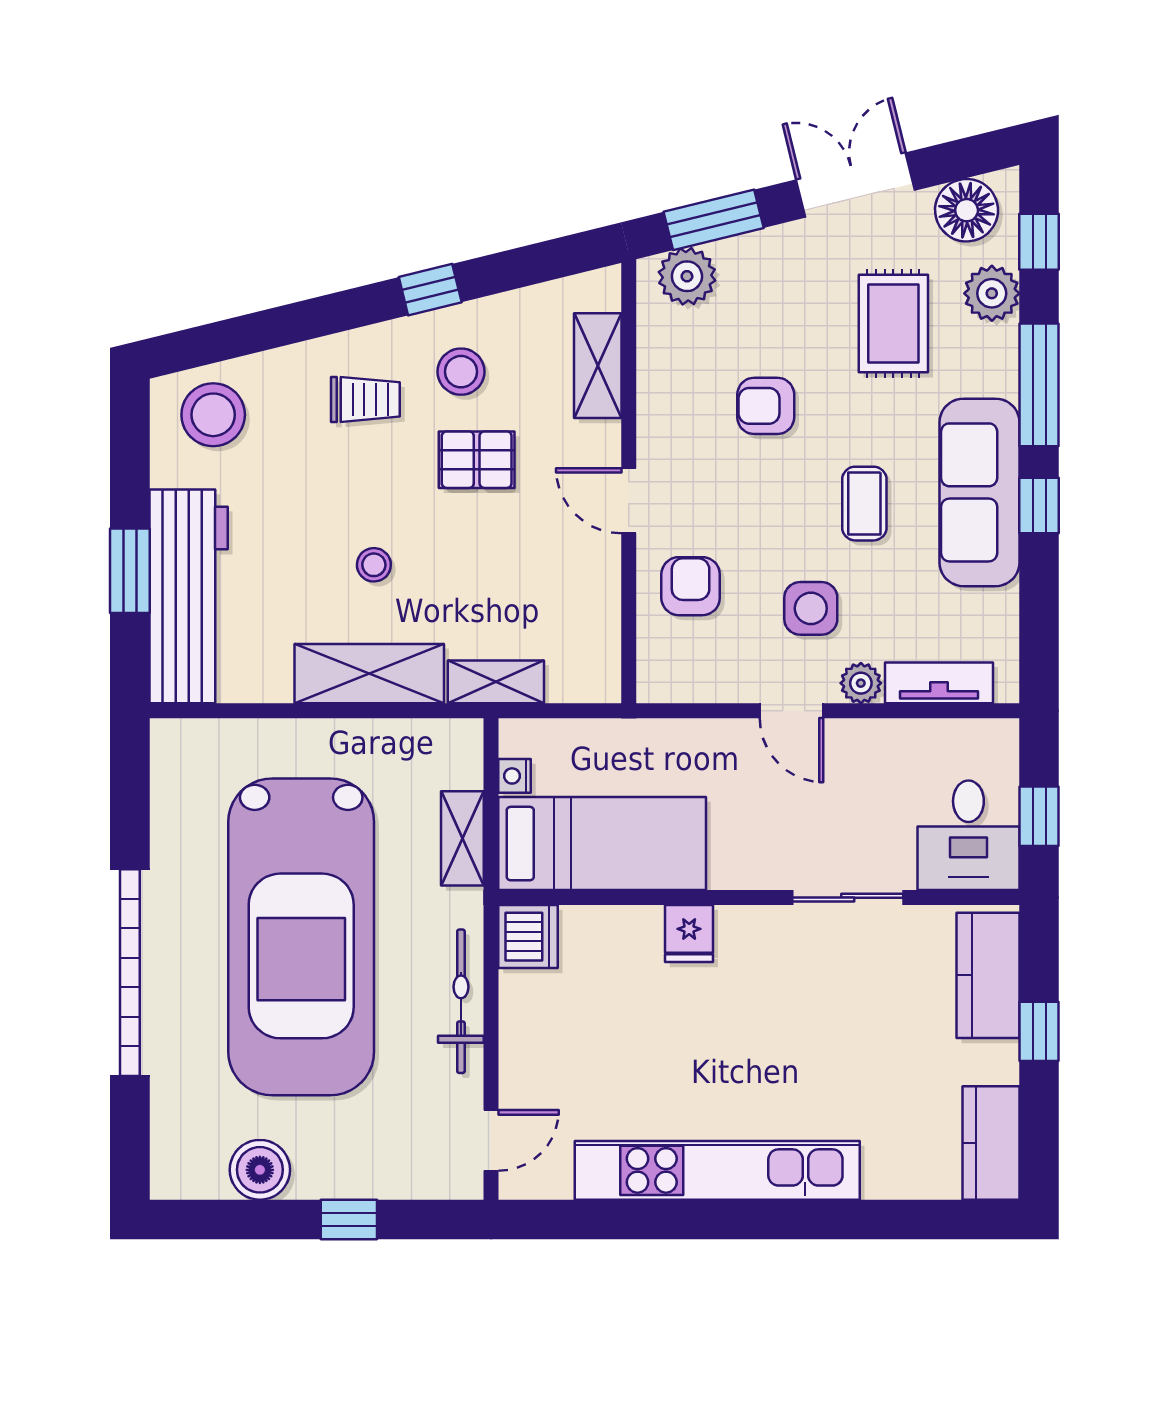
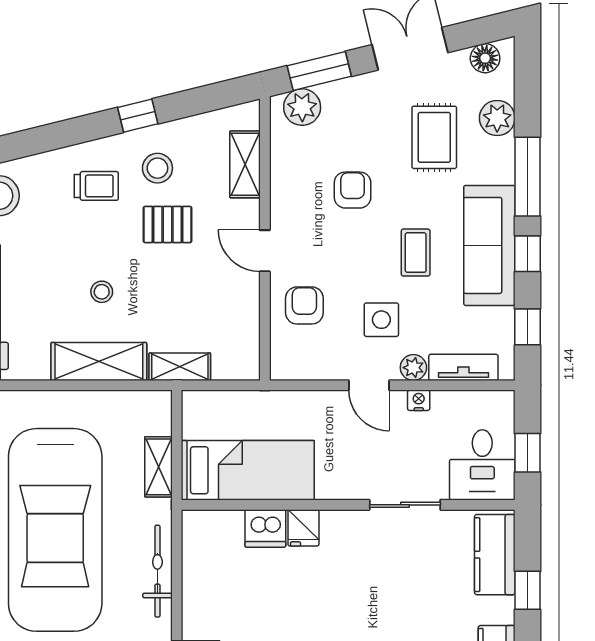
floor lamp: (967, 210) -> (485, 58), width x0.73, depth x0.73
window: (1039, 242) -> (527, 327), moved
armchair: (766, 406) -> (353, 190), turned 90
nightstand: (515, 776) -> (419, 400), moved, turned 90
dishwasher: (528, 937) -> (265, 528), moved, turned 90

